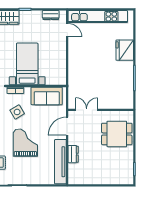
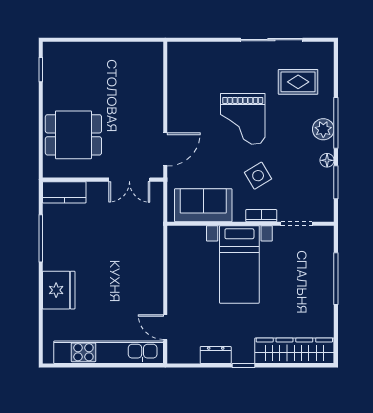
dresser: (51, 15) -> (216, 355), moved
kitchen counter: (122, 103) -> (64, 192), added
dresser: (73, 154) -> (154, 97), removed
tv unit: (60, 162) -> (178, 83), removed

